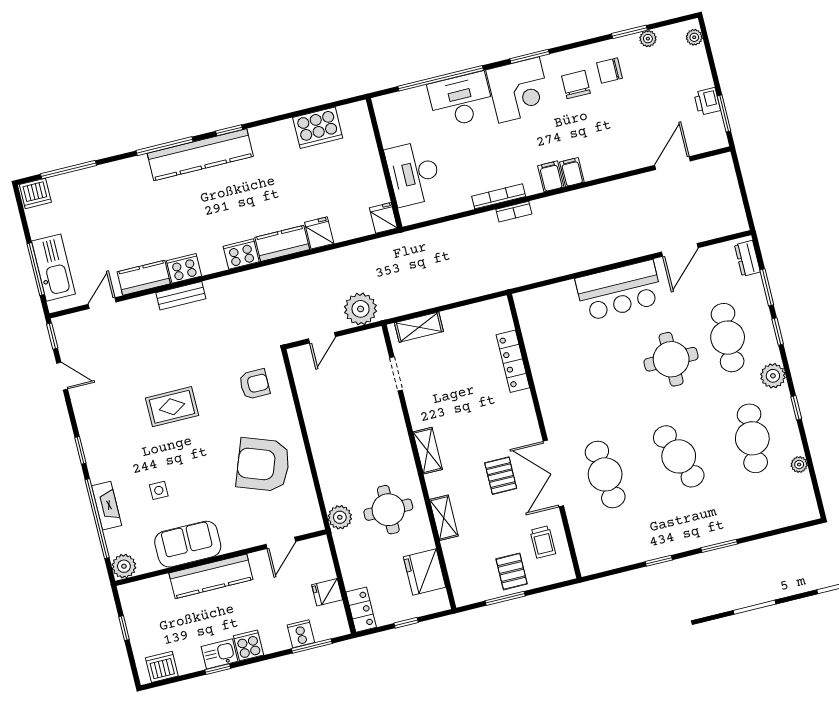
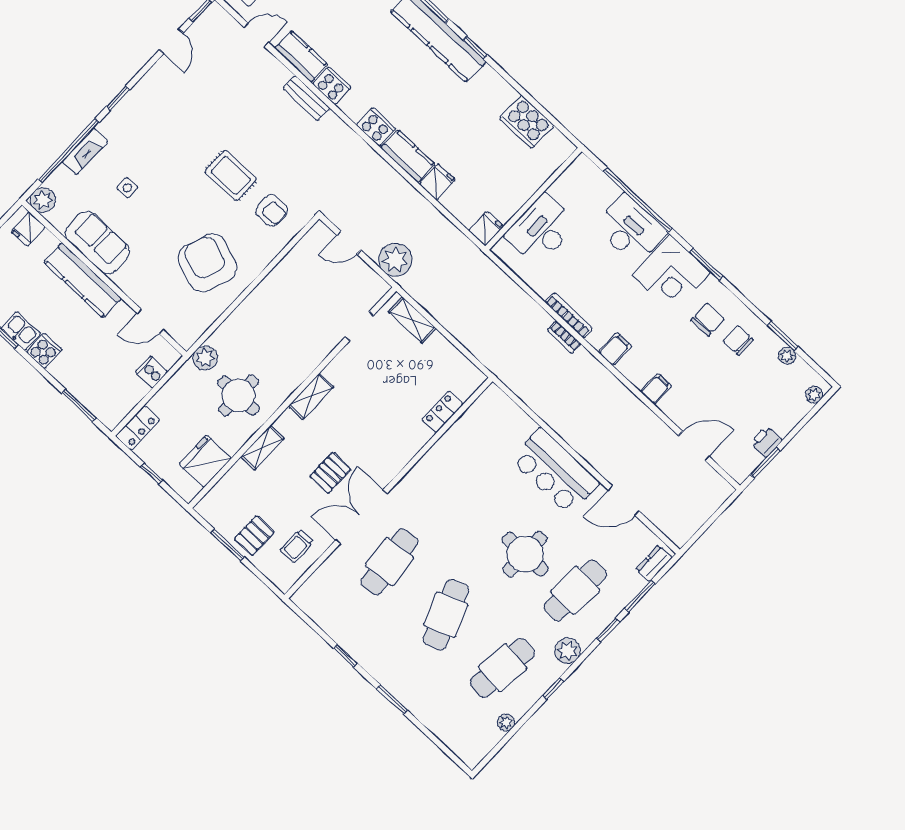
filing cabinet: (572, 172) -> (656, 389), moved
locker: (513, 361) -> (442, 412), width x0.66
rug: (172, 407) -> (231, 175), moved
fridge: (327, 592) -> (28, 229), moved, turned -90
cooker: (301, 634) -> (151, 372), moved, turned -90

